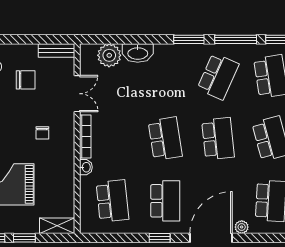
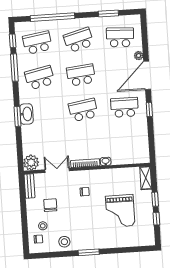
window: (189, 39) -> (18, 116), moved
washbasin: (138, 53) -> (26, 114), moved
plant: (109, 55) -> (31, 163), moved
school desk: (218, 76) -> (40, 78), turned -36
school desk: (112, 201) -> (127, 142), removed
door: (211, 238) -> (147, 75), hinge flipped

